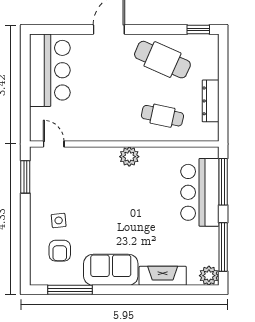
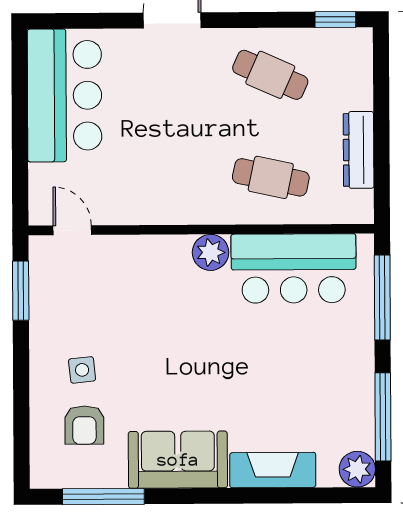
cafe table: (162, 60) -> (270, 75), width x0.73, depth x0.74
bar counter: (200, 192) -> (294, 268), moved, turned -90

